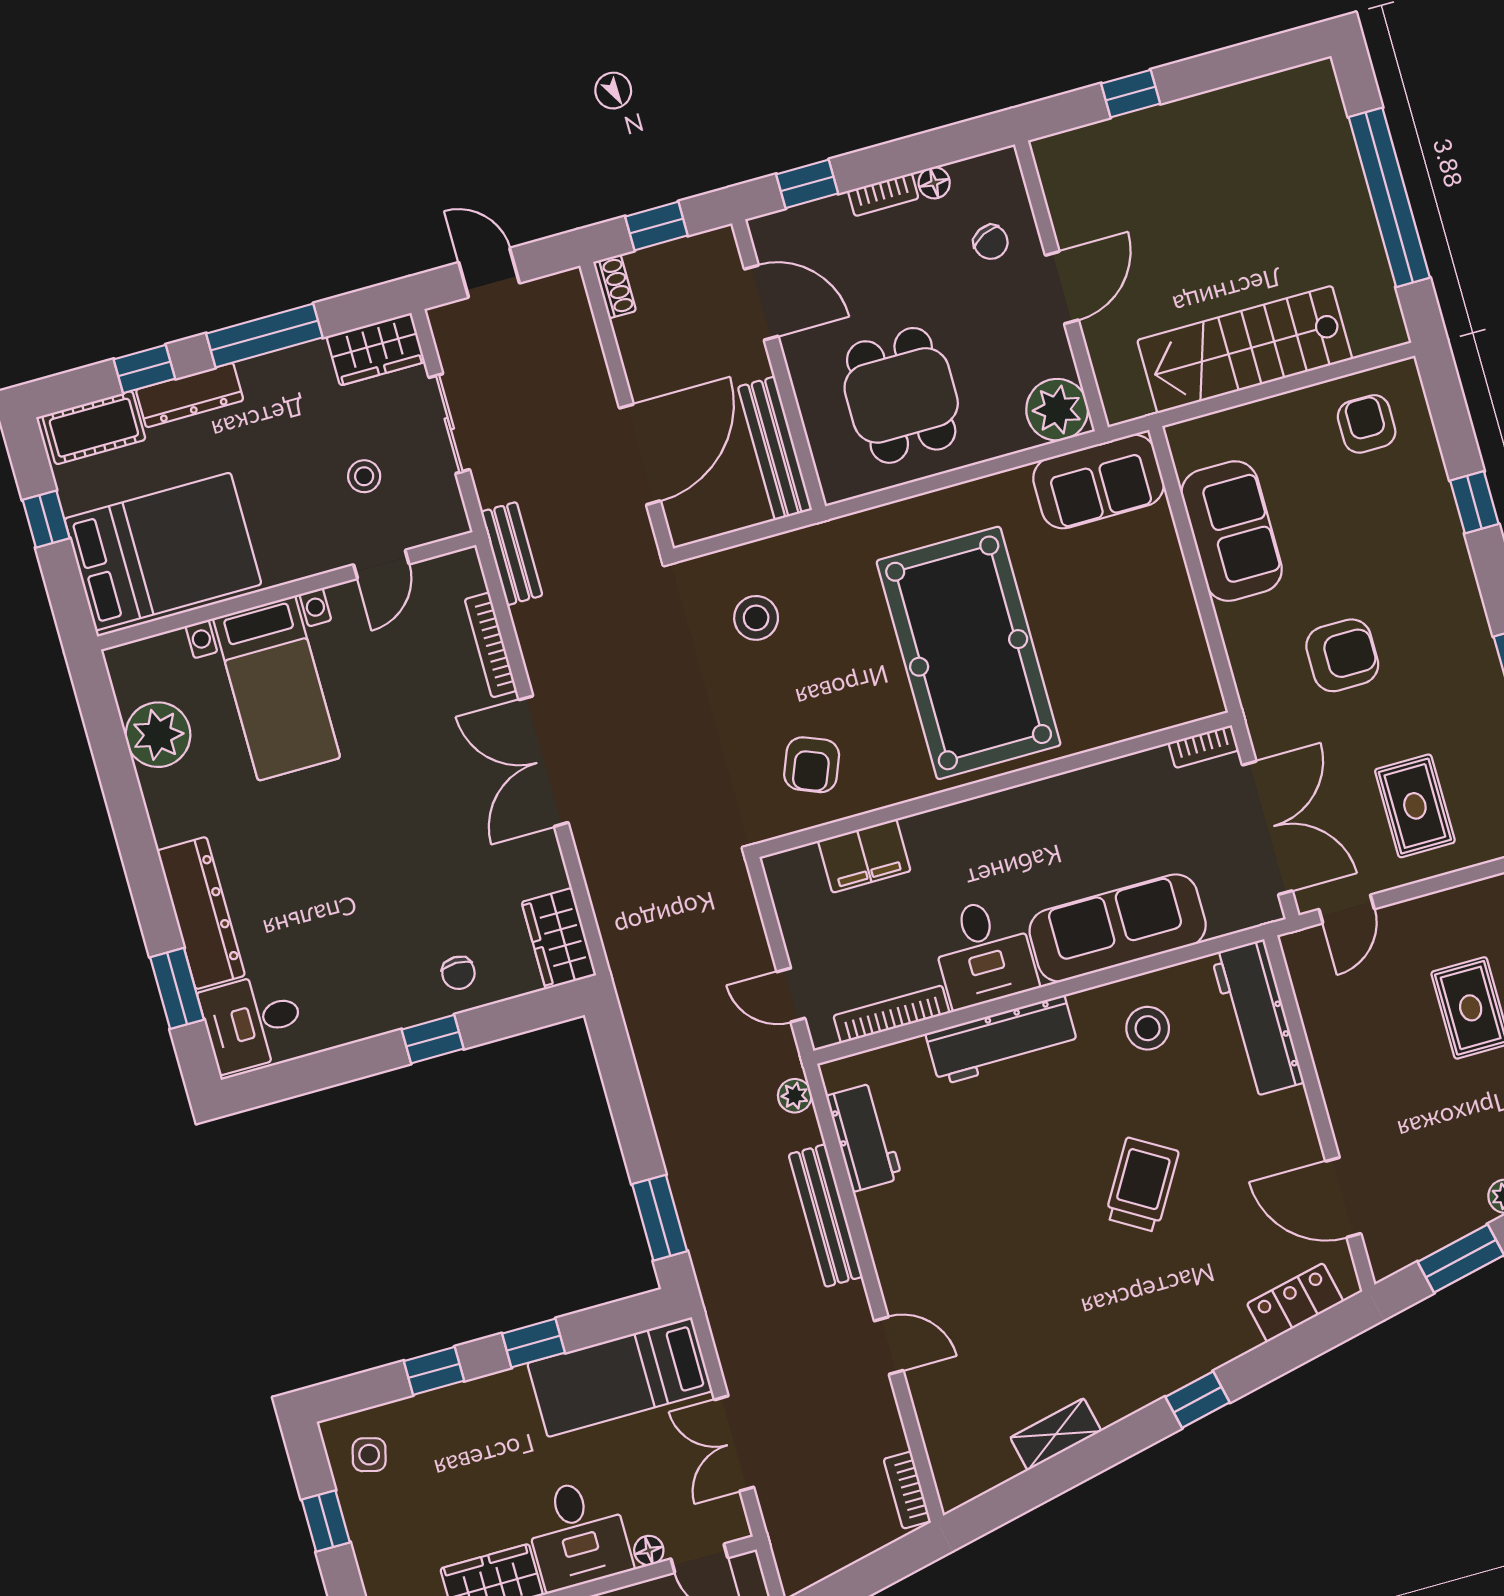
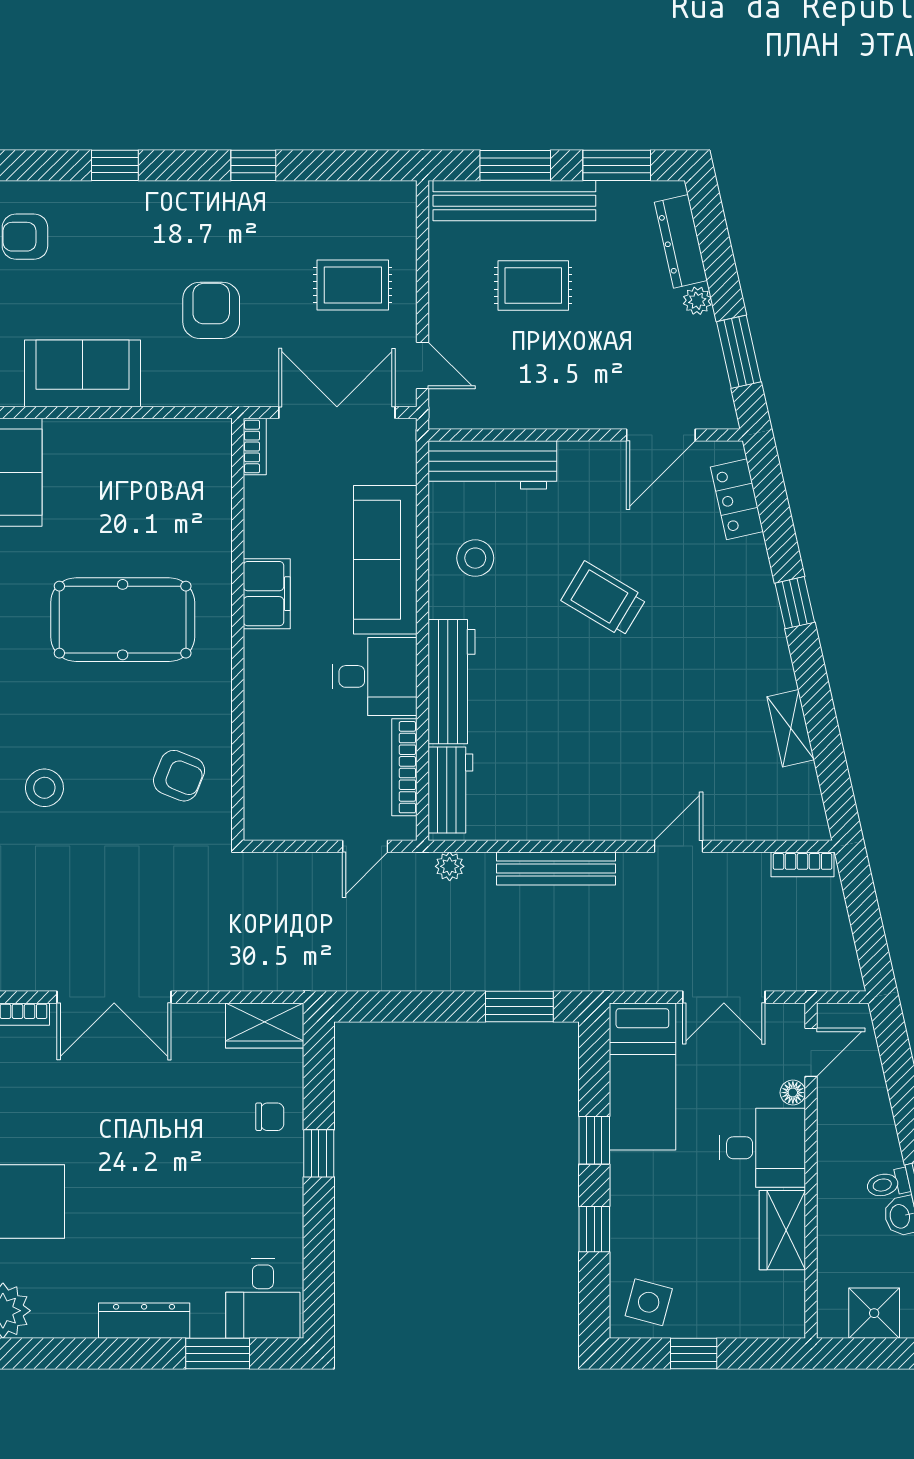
pool table: (969, 653) -> (123, 620), width x0.73, depth x0.76
filing cabinet: (864, 856) -> (267, 594), moved
dresser: (201, 913) -> (144, 1321), width x0.73, depth x0.80
workbench: (864, 1137) -> (450, 790), moved, turned 90
side table: (369, 1455) -> (649, 1302), width x1.37, depth x1.37

